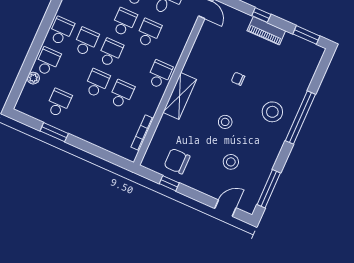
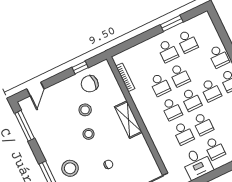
school desk: (160, 74) -> (172, 109), moved
plant: (33, 78) -> (216, 39), removed
school desk: (83, 114) -> (168, 51), added
chair: (177, 161) -> (90, 84), turned 180
stool: (231, 162) -> (85, 110), moved

